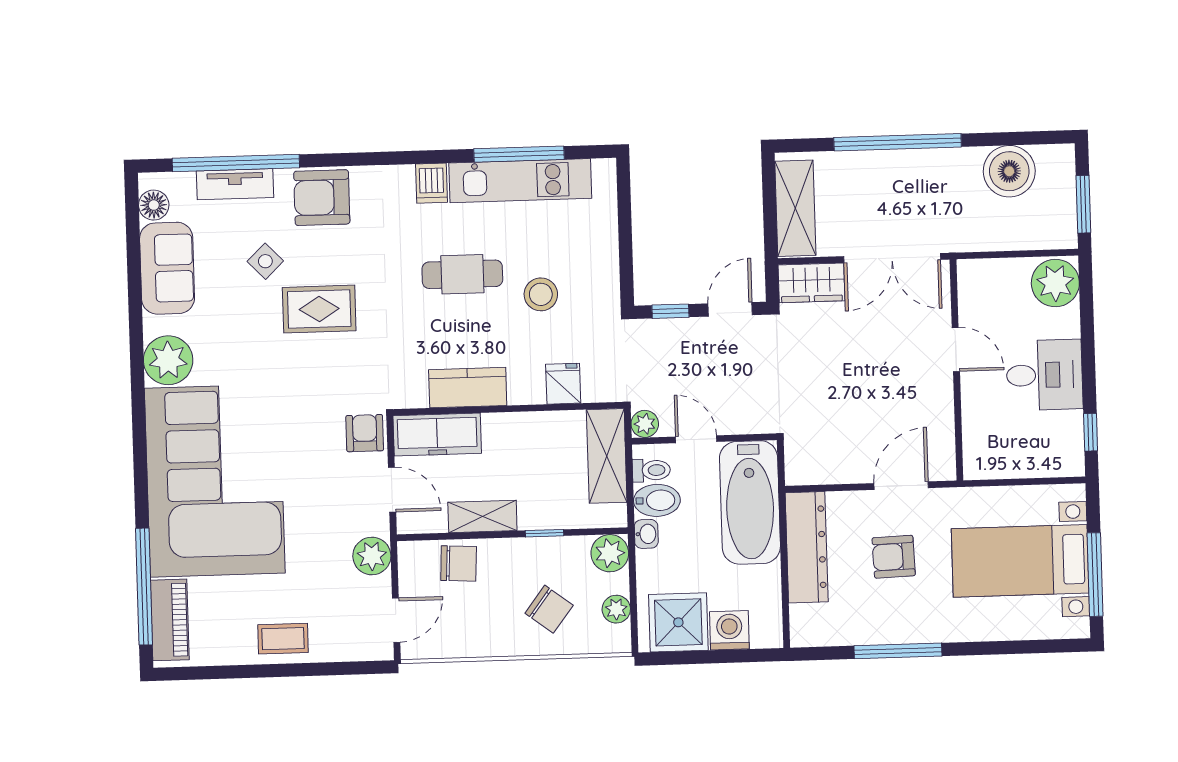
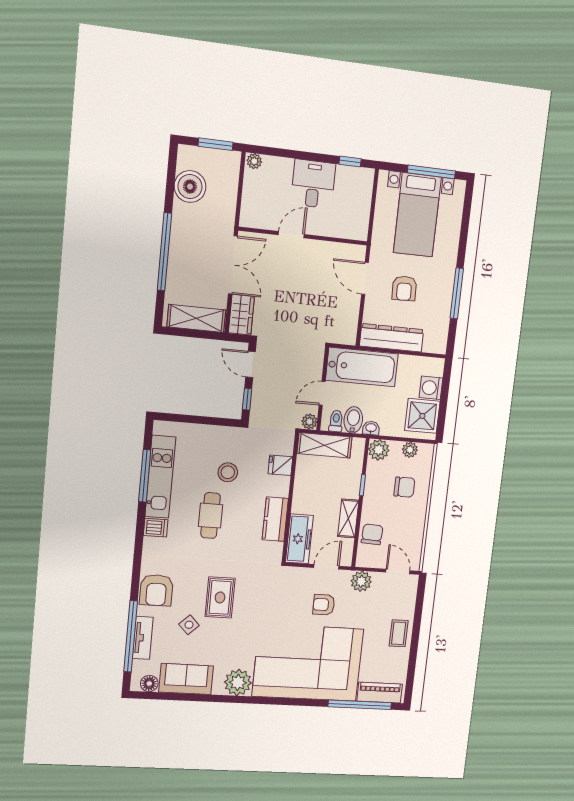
plant: (1055, 283) -> (254, 161), width x0.53, depth x0.53
armchair: (365, 433) -> (324, 605), moved
chair: (549, 609) -> (404, 487), turned 53

